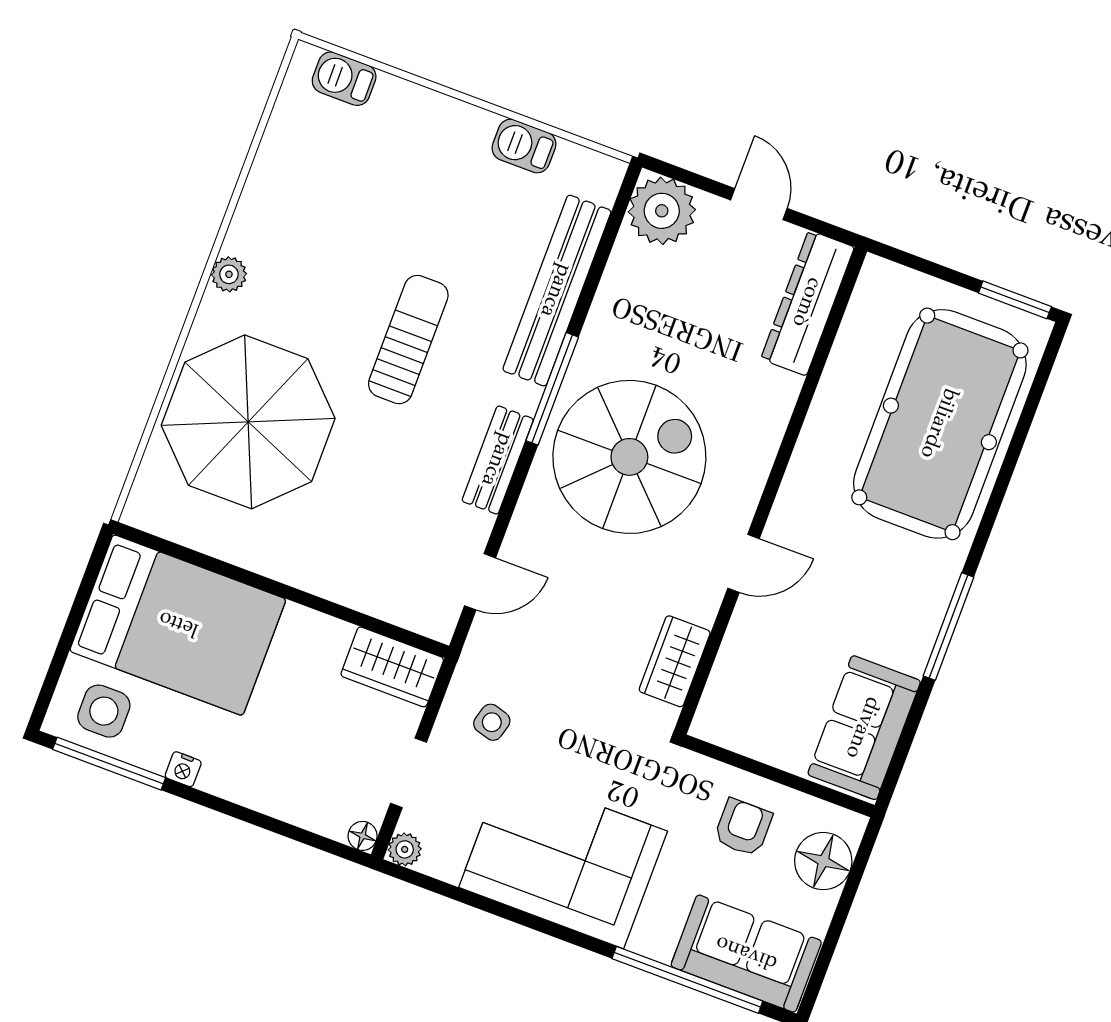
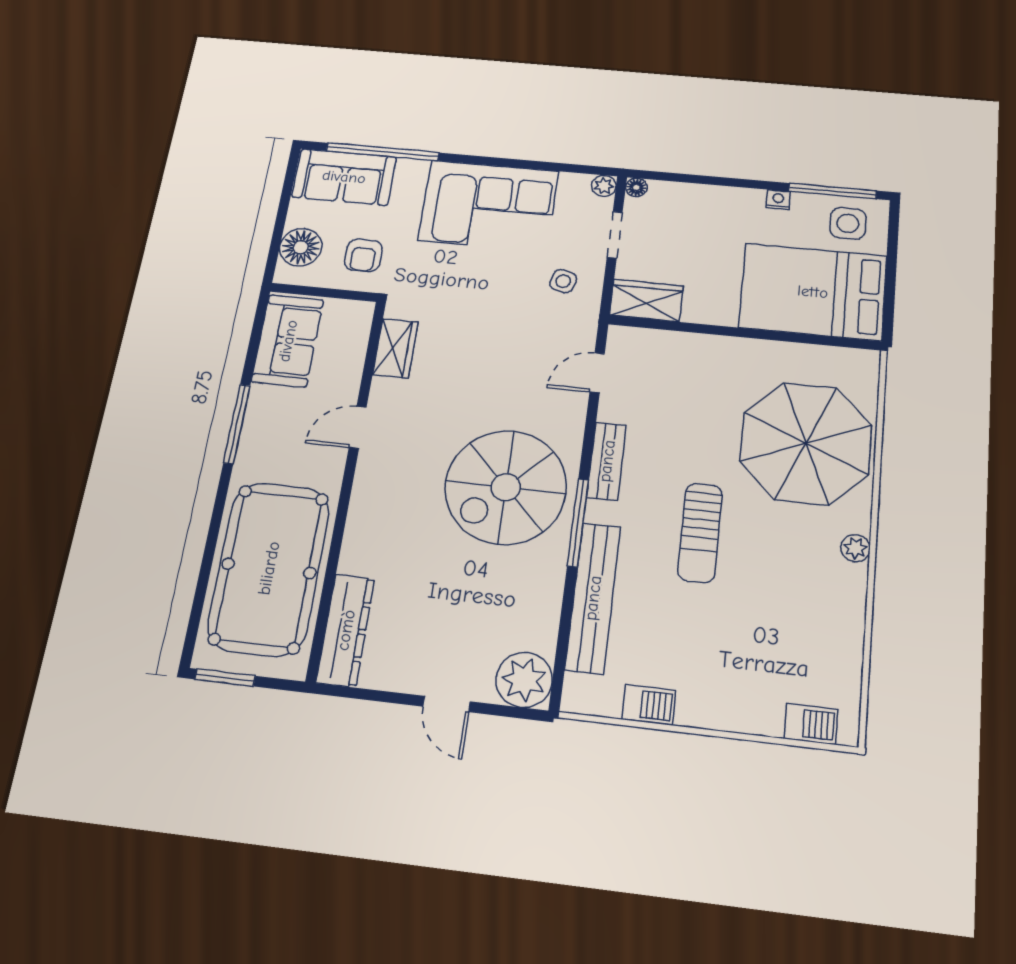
dresser: (808, 303) -> (346, 630), moved
wall: (771, 491) -> (347, 484), moved
door: (743, 563) -> (358, 427), moved
wardrobe: (675, 661) -> (395, 348), moved

